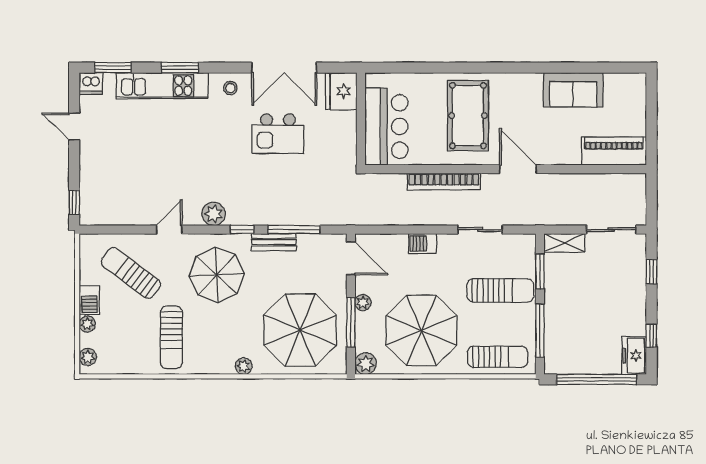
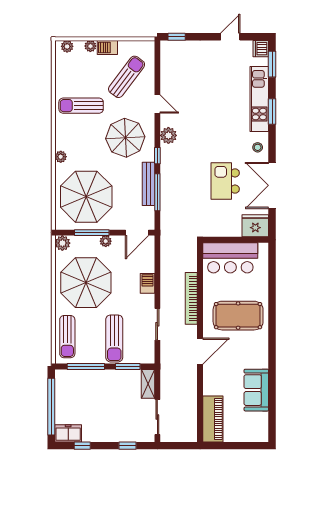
bench: (274, 242) -> (148, 184), width x1.36

